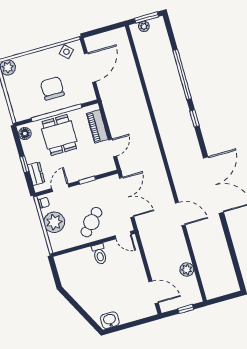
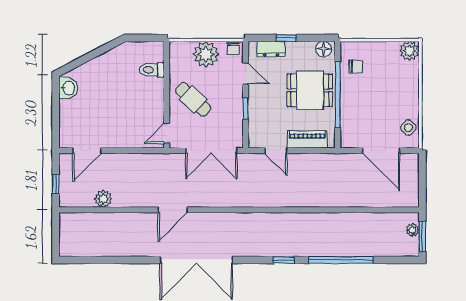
chair: (52, 88) -> (356, 67), moved, width x0.54, depth x0.54
toilet: (99, 254) -> (152, 70), moved

